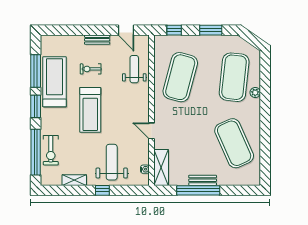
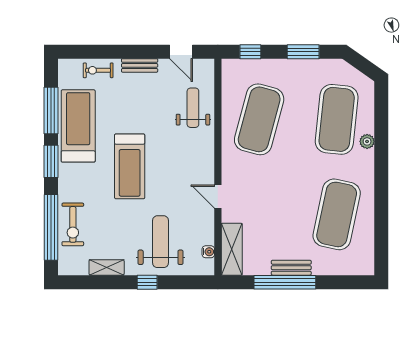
exercise bike: (91, 69) -> (98, 70), moved
exercise mat: (234, 143) -> (337, 214), turned 36

